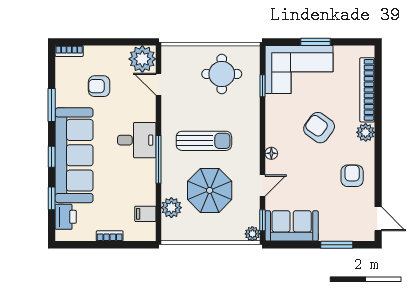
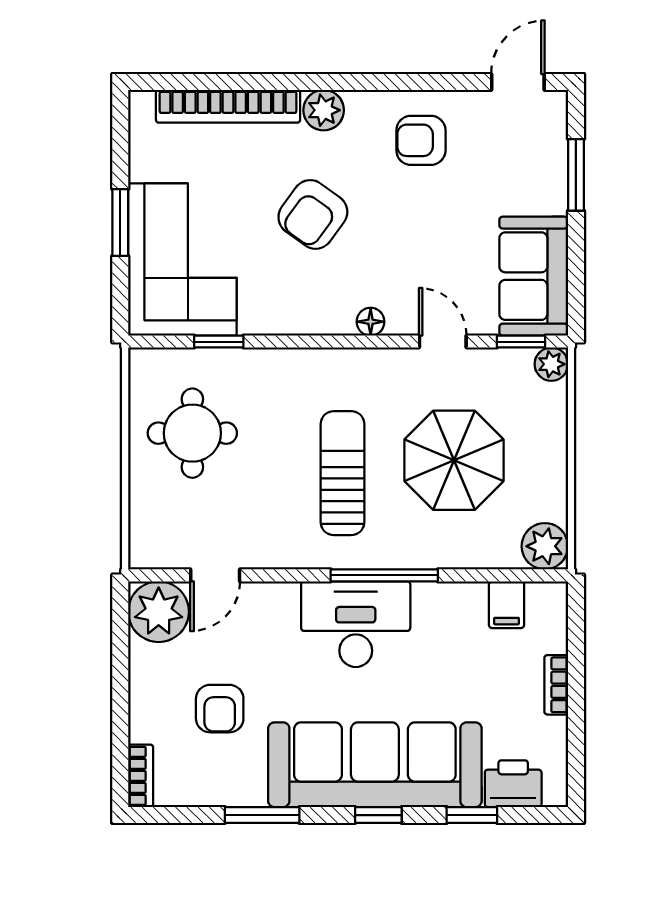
desk: (137, 140) -> (356, 624), width x1.37
plant: (171, 208) -> (545, 546), moved

